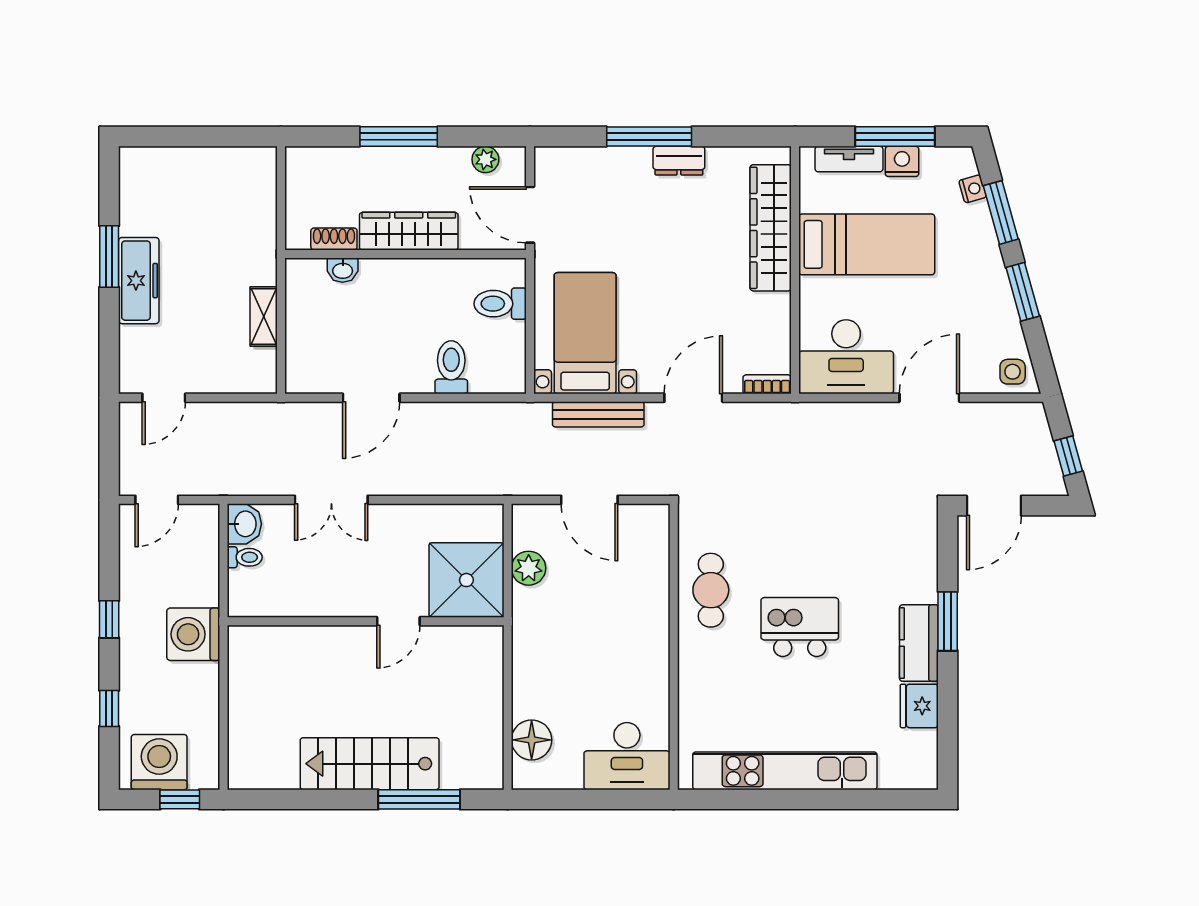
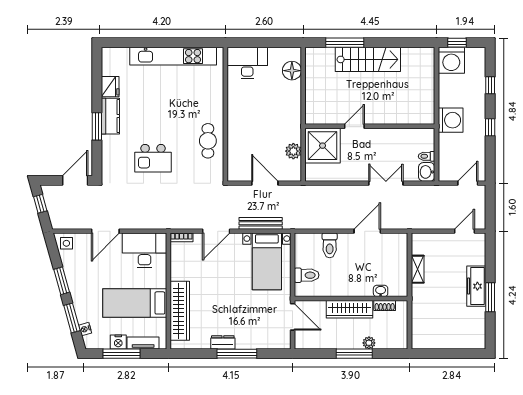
plant: (485, 159) -> (369, 343), moved
kitchen island: (800, 627) -> (153, 158), moved
washing machine: (159, 762) -> (451, 60), moved

